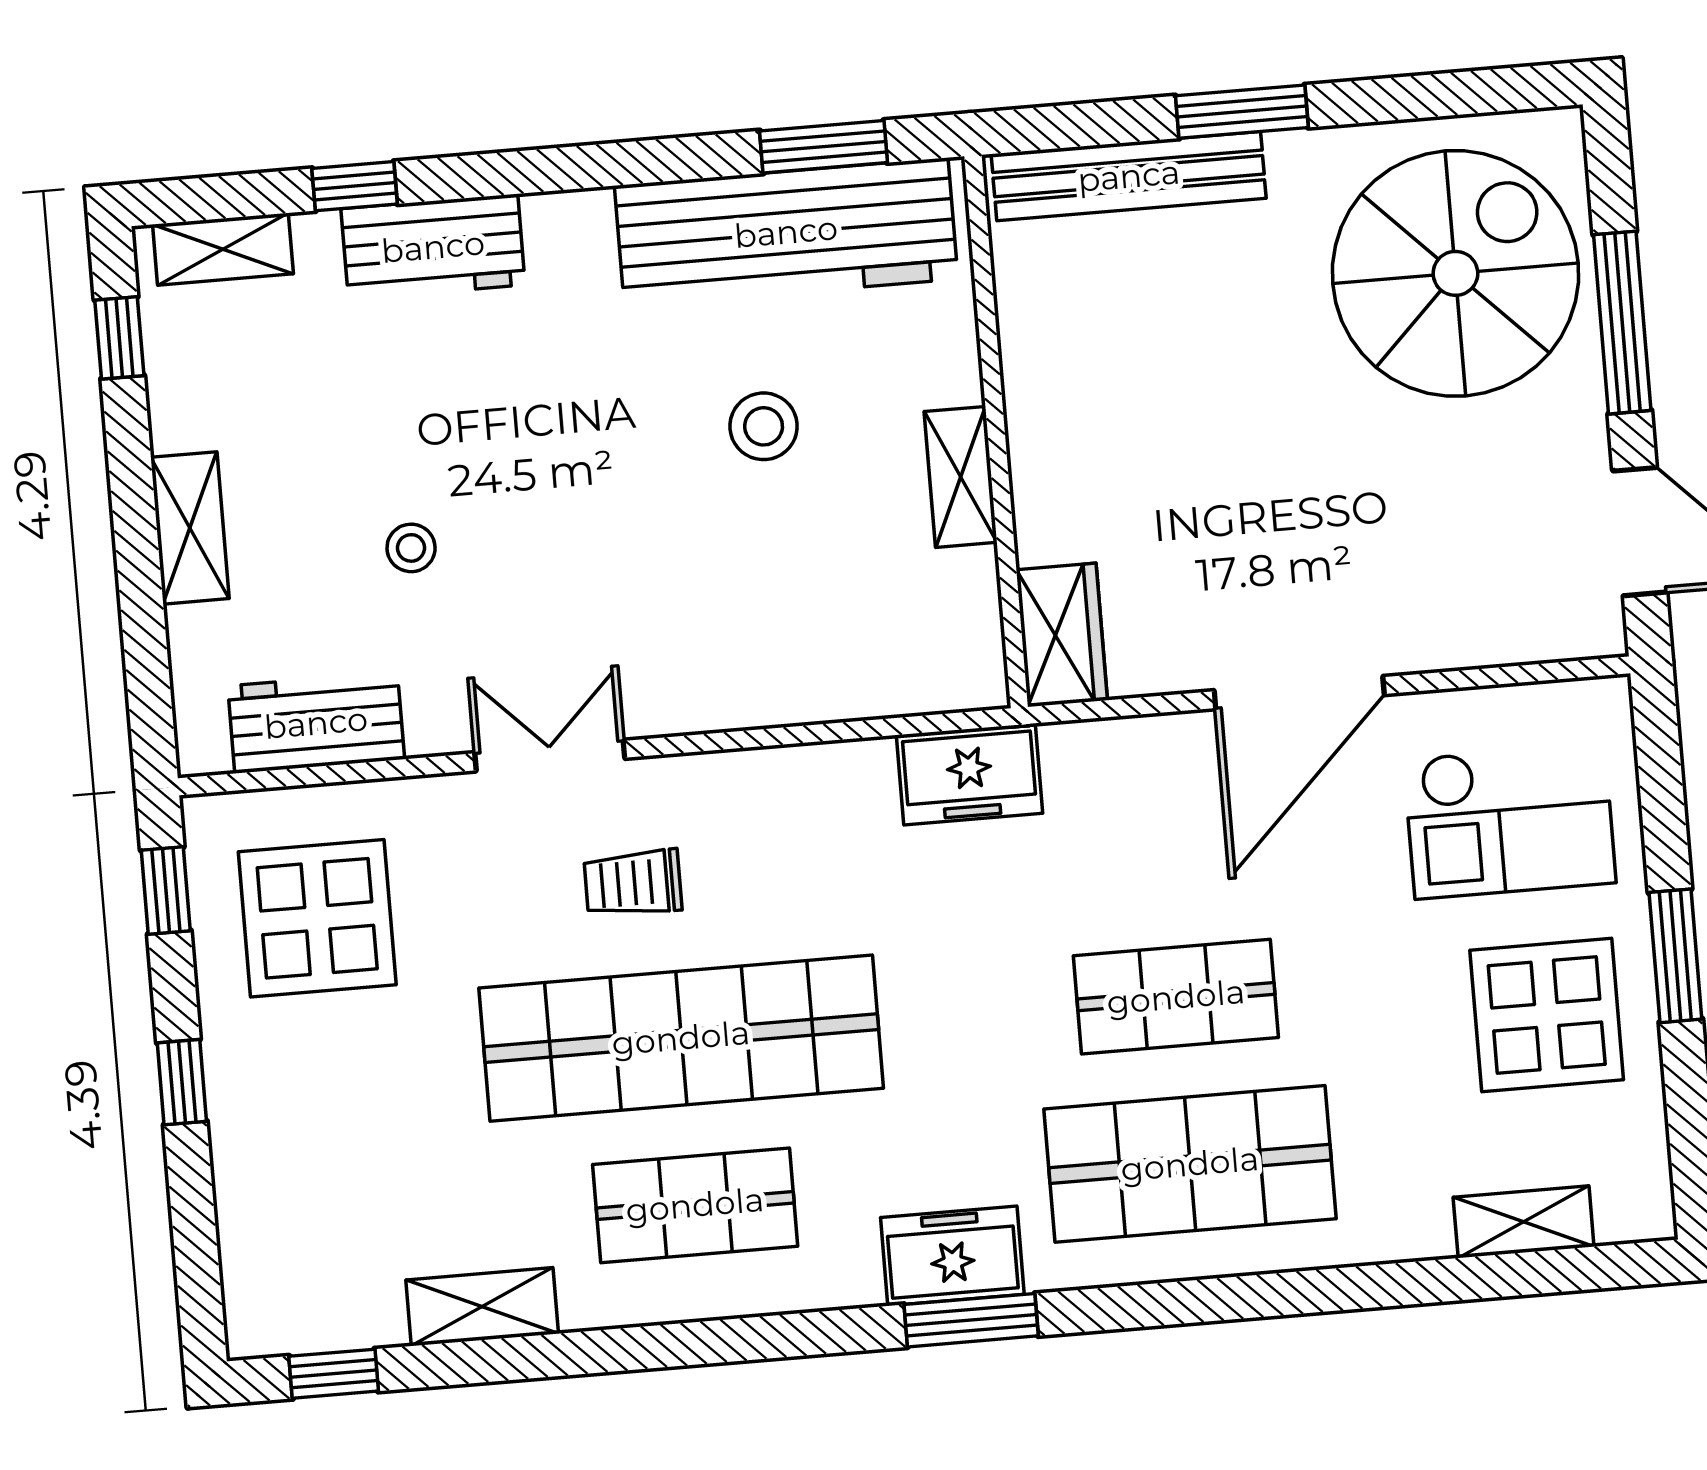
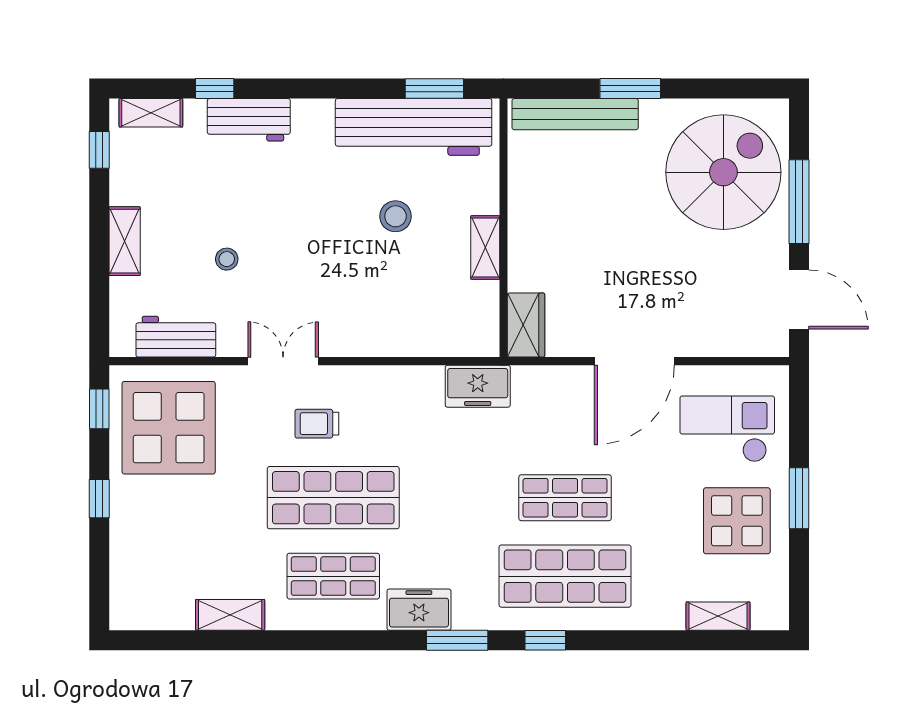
checkout: (1510, 821) -> (727, 429), turned 180
display table: (317, 918) -> (169, 428), width x1.36, depth x1.36
shop shelf: (681, 1038) -> (333, 498), width x0.71
freezer: (952, 1256) -> (419, 610), moved
window: (334, 1374) -> (545, 640), moved

